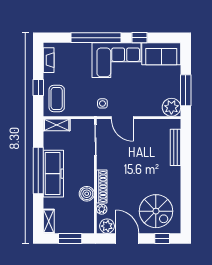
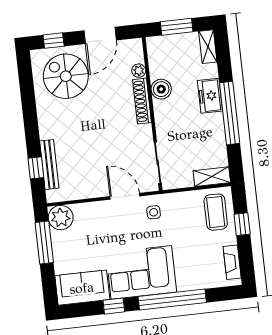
window: (186, 146) -> (36, 168), added
freezer: (53, 174) -> (210, 96), width x0.52, depth x0.79
plant: (107, 226) -> (129, 49), removed
door: (127, 238) -> (100, 35), hinge flipped

